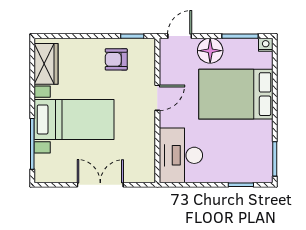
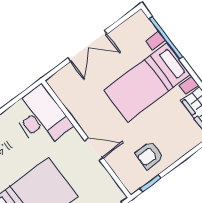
armchair: (116, 59) -> (149, 155), turned 180
door: (157, 98) -> (94, 149), swing flipped

